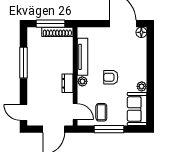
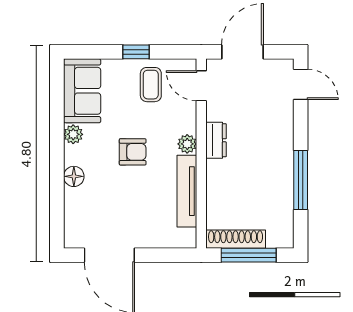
floor lamp: (141, 32) -> (74, 176), moved
window: (109, 129) -> (136, 52), width x0.46

